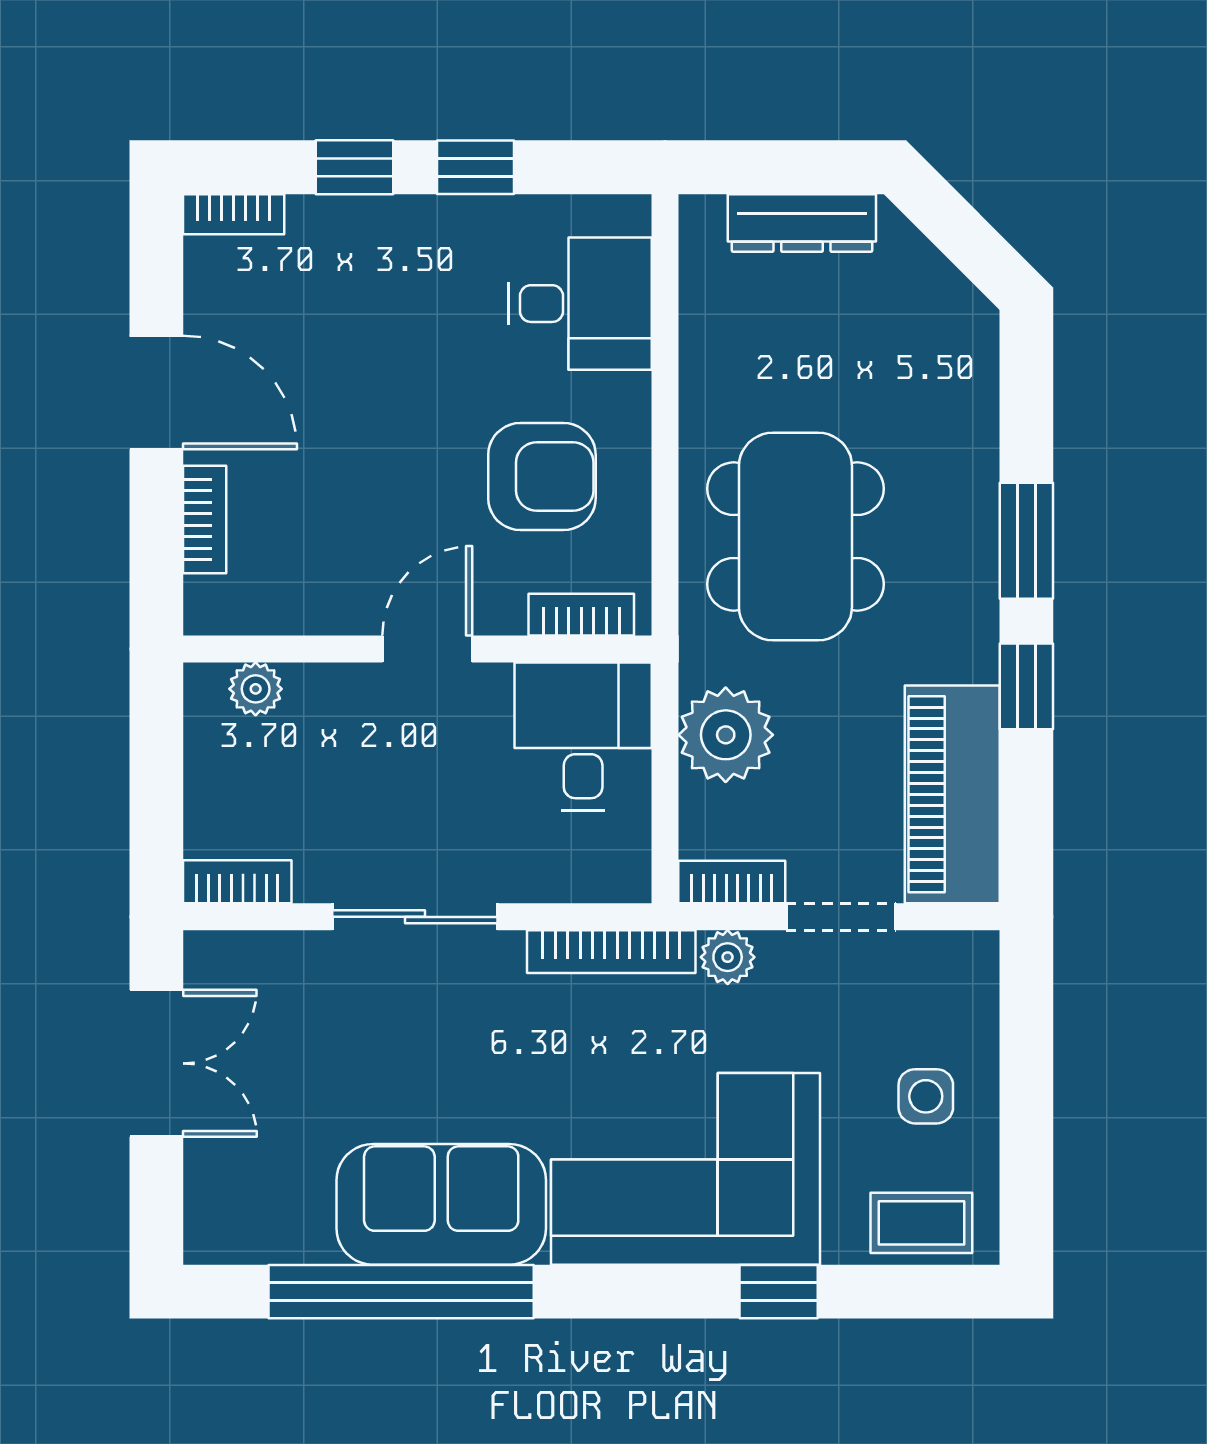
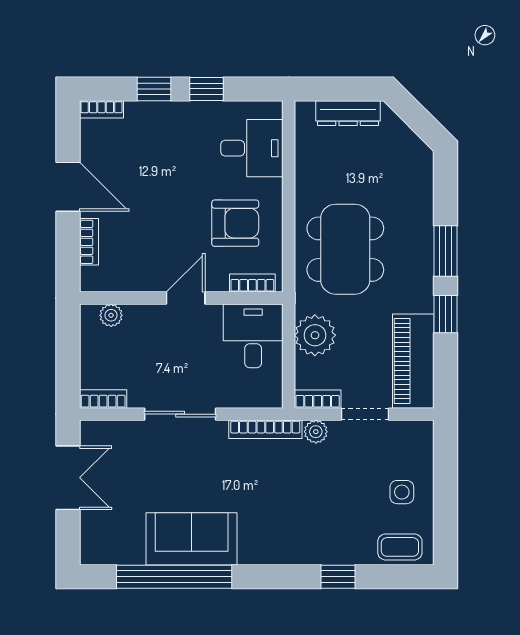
corner sofa: (686, 1169) -> (298, 524), removed

